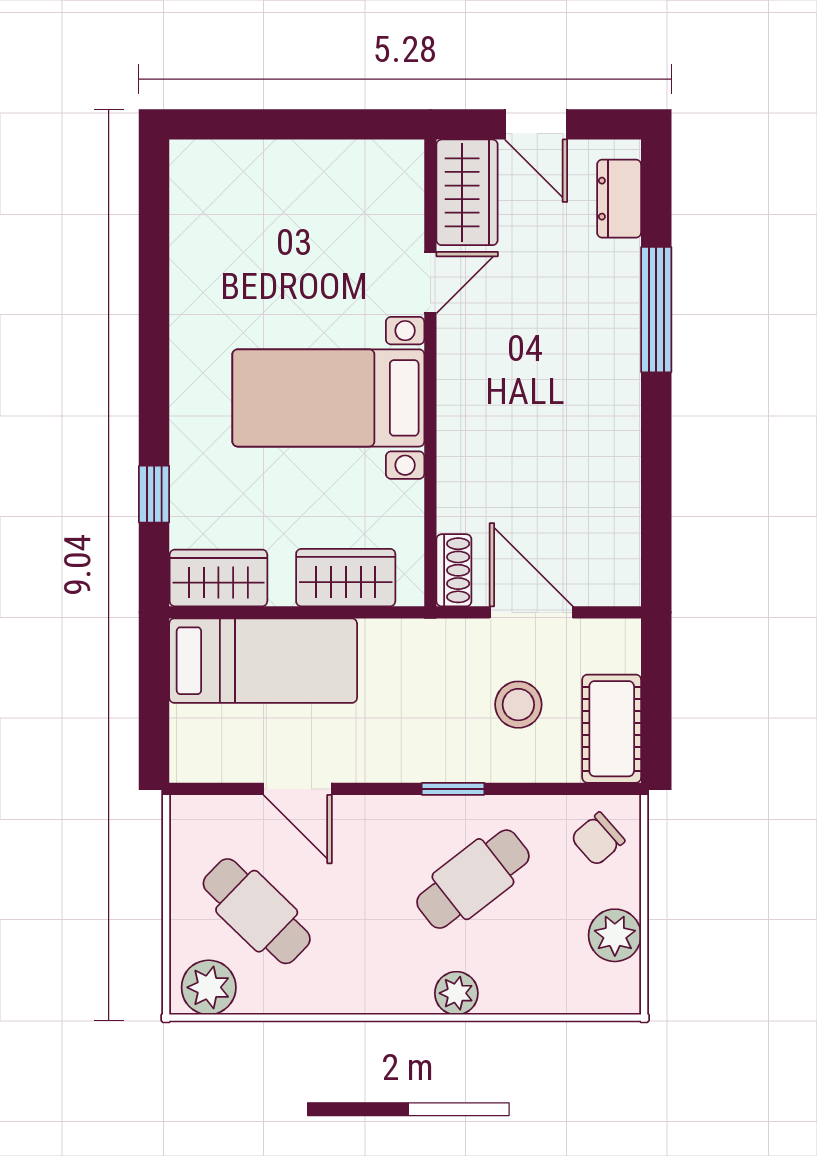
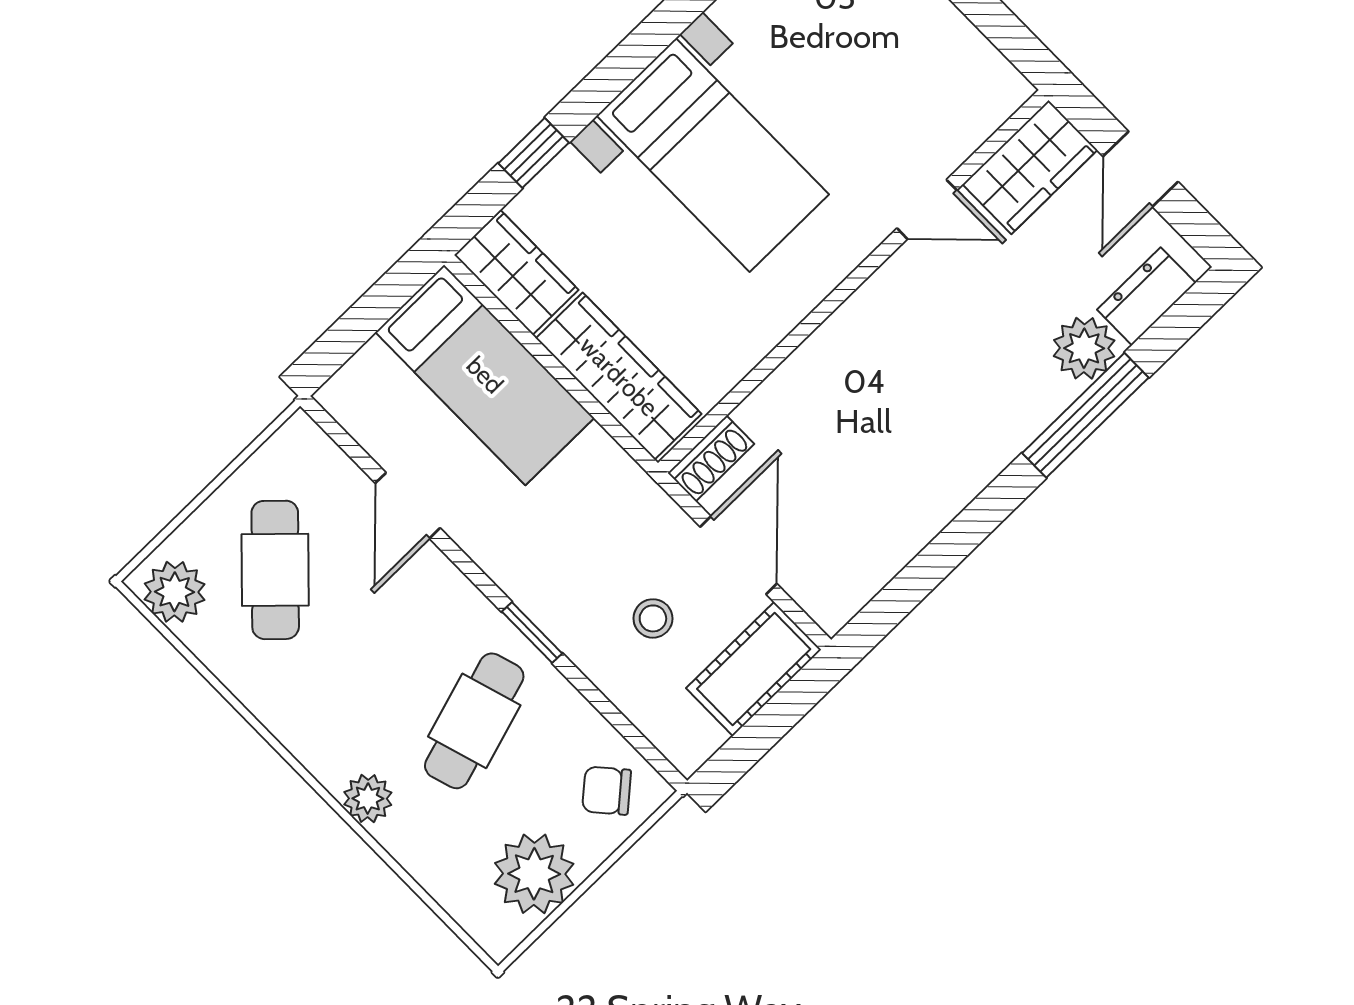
plant: (613, 269) -> (1084, 348), added
bed with nightstands: (328, 398) -> (713, 155), moved, turned 180
wardrobe: (346, 578) -> (619, 376), width x1.50
stool: (518, 705) -> (653, 618), width x0.73, depth x0.73
cot: (612, 729) -> (754, 669), moved
cafe table: (473, 879) -> (474, 721), turned -69
plant: (615, 935) -> (534, 874), width x1.36, depth x1.36

